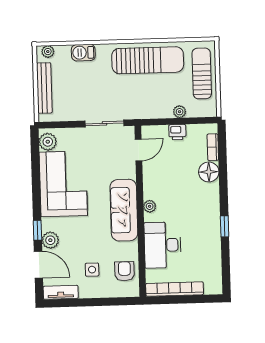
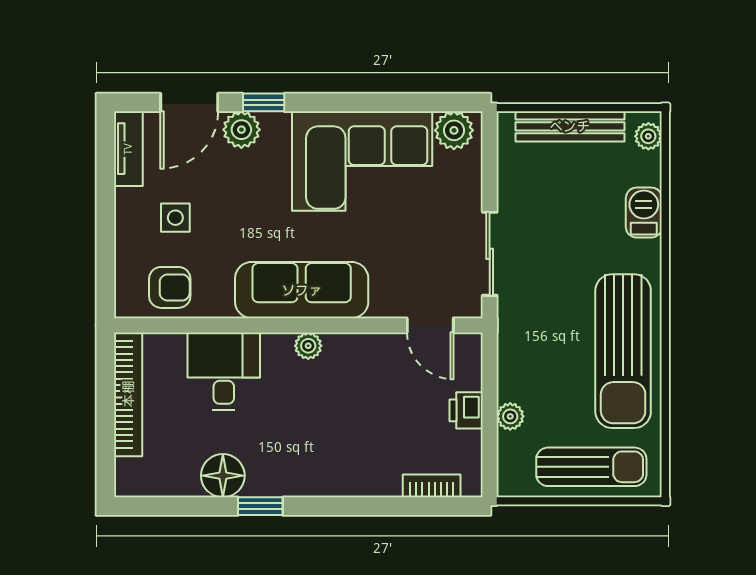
floor lamp: (209, 172) -> (223, 476), moved
desk: (163, 245) -> (224, 371), width x0.73

